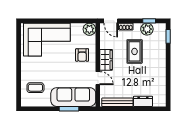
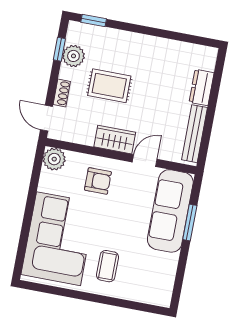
door: (111, 21) -> (46, 118), swing flipped
coffee table: (35, 88) -> (108, 266), moved

